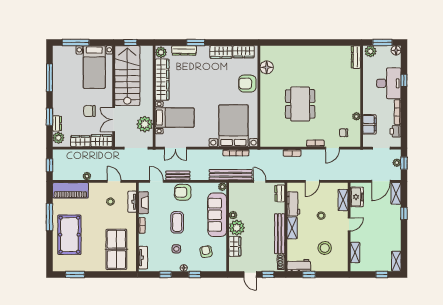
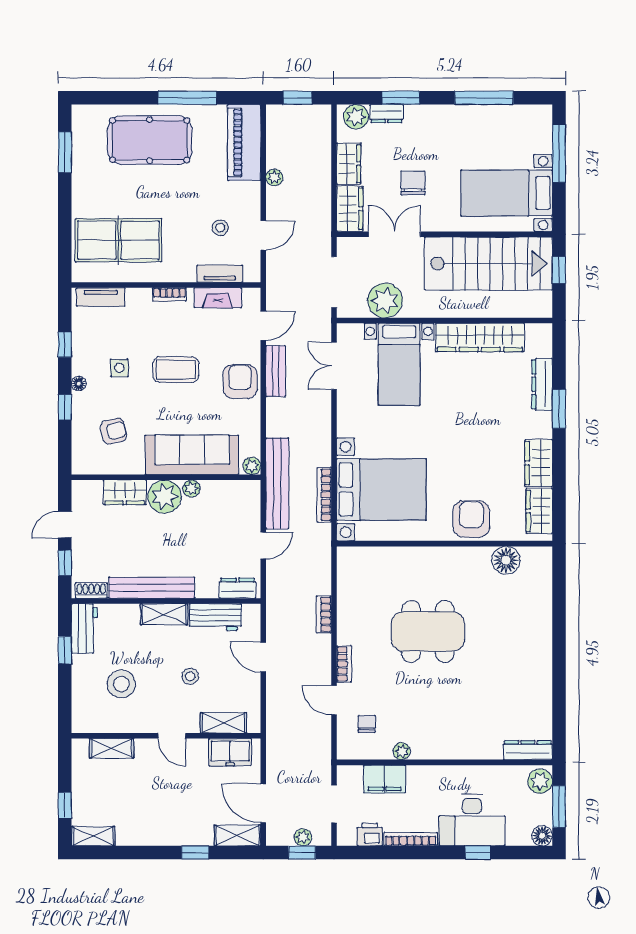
plant: (161, 52) -> (538, 335), removed

